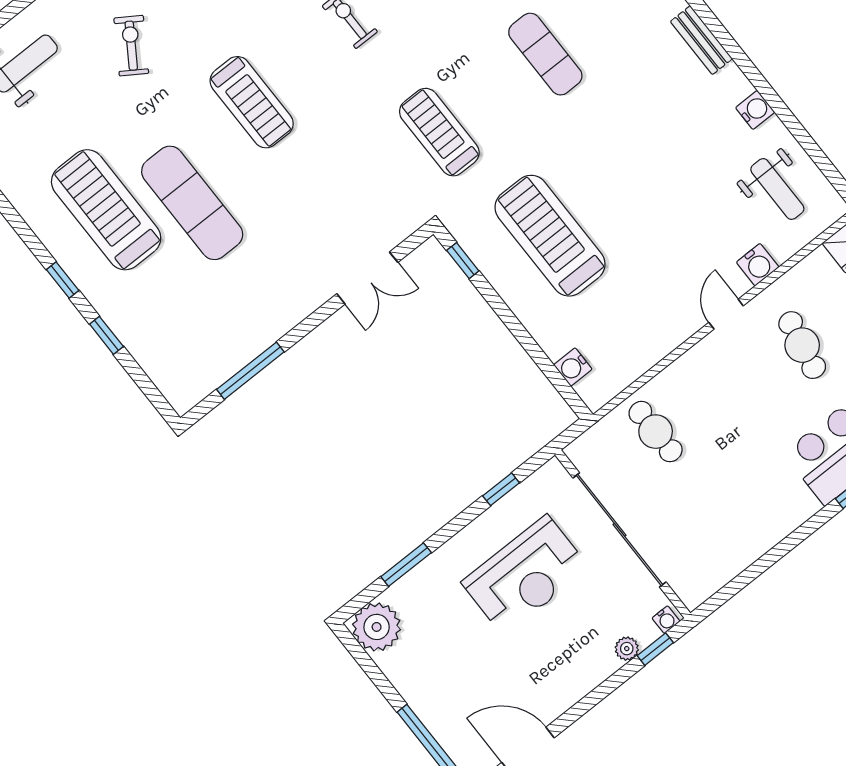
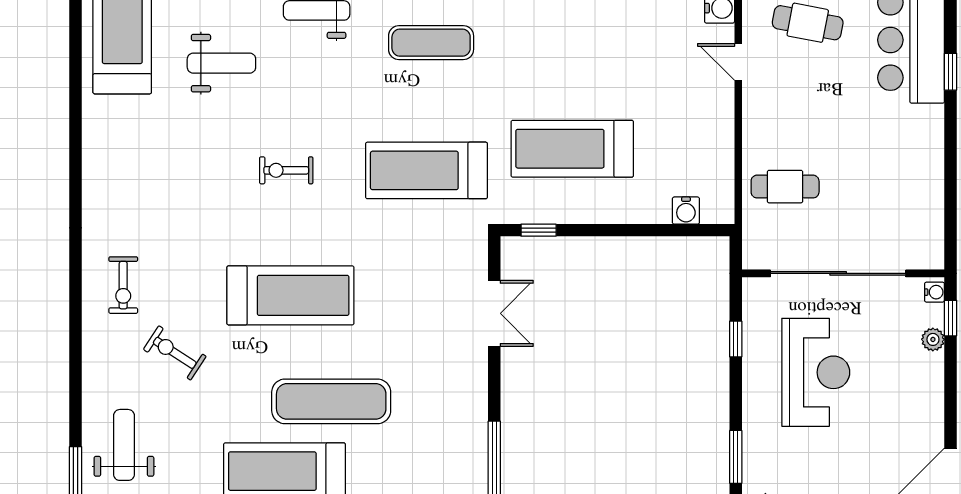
treadmill: (252, 102) -> (290, 295), width x1.37, depth x1.38
treadmill: (439, 132) -> (426, 170), width x1.37, depth x1.38

